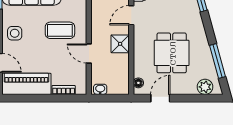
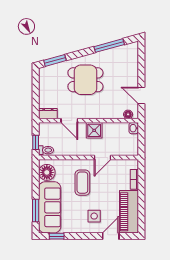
side table: (15, 33) -> (94, 216), moved
dining table: (172, 53) -> (85, 80), moved
plant: (205, 87) -> (132, 56), removed
washbasin: (100, 89) -> (134, 128), moved

